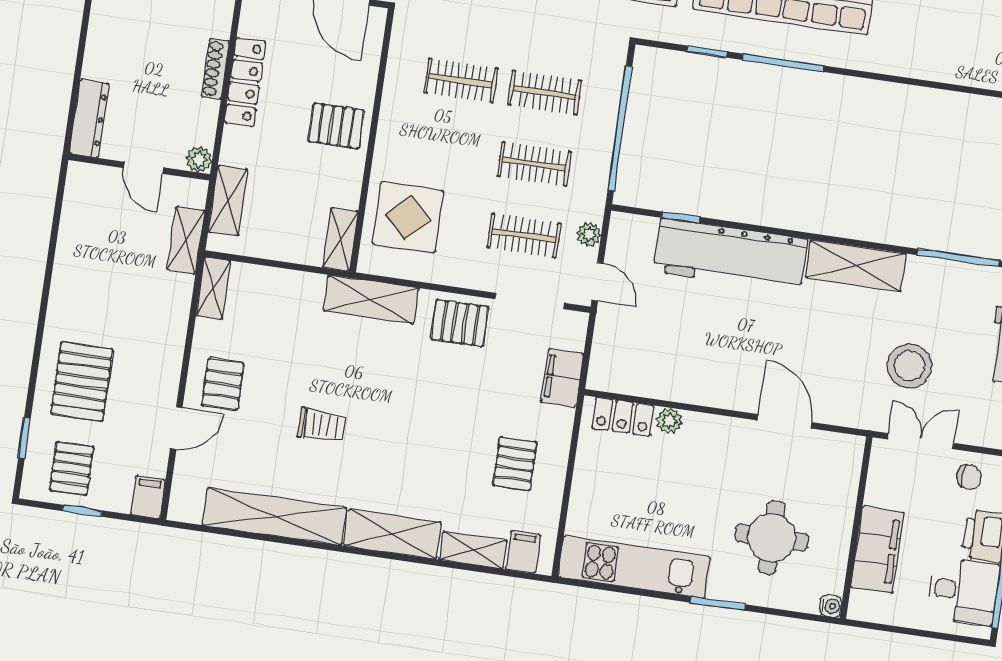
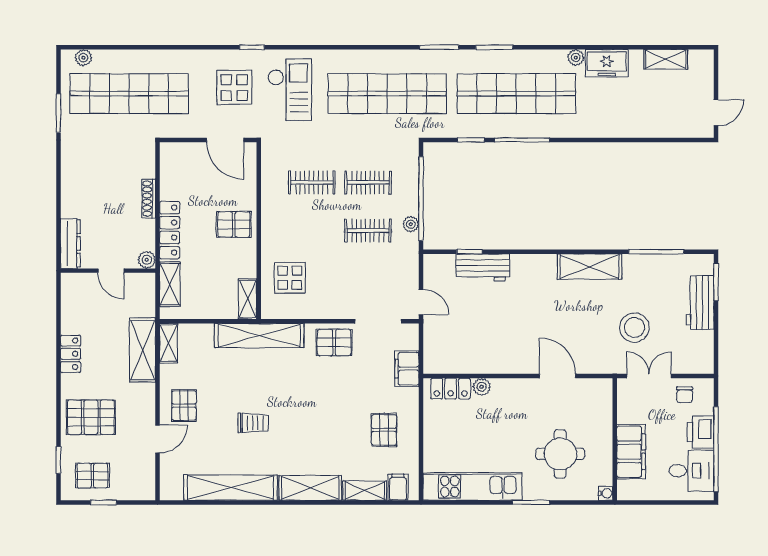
locker: (245, 82) -> (170, 230), moved
display table: (408, 217) -> (290, 278), width x0.73, depth x0.73
plant: (589, 234) -> (411, 224), moved
clothes rail: (524, 235) -> (368, 279), removed
shelving: (186, 240) -> (143, 350), moved, width x1.50, depth x1.33
workbench: (731, 255) -> (483, 267), width x0.53, depth x0.76
locker: (66, 283) -> (71, 354), added
shelving: (371, 299) -> (259, 335), width x1.47
pallet: (82, 381) -> (91, 417), turned 90
pallet: (72, 468) -> (92, 476), turned 90
chair: (969, 477) -> (685, 395), turned 88
filing cabinet: (148, 497) -> (146, 487), removed

